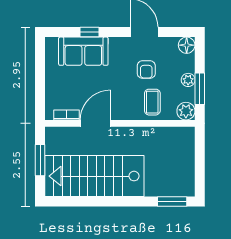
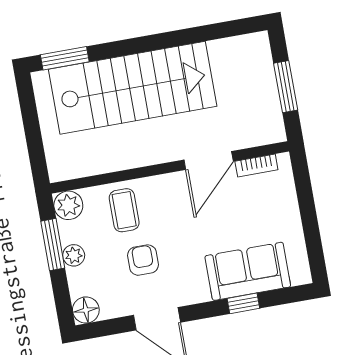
stairs: (94, 176) -> (133, 88), moved

